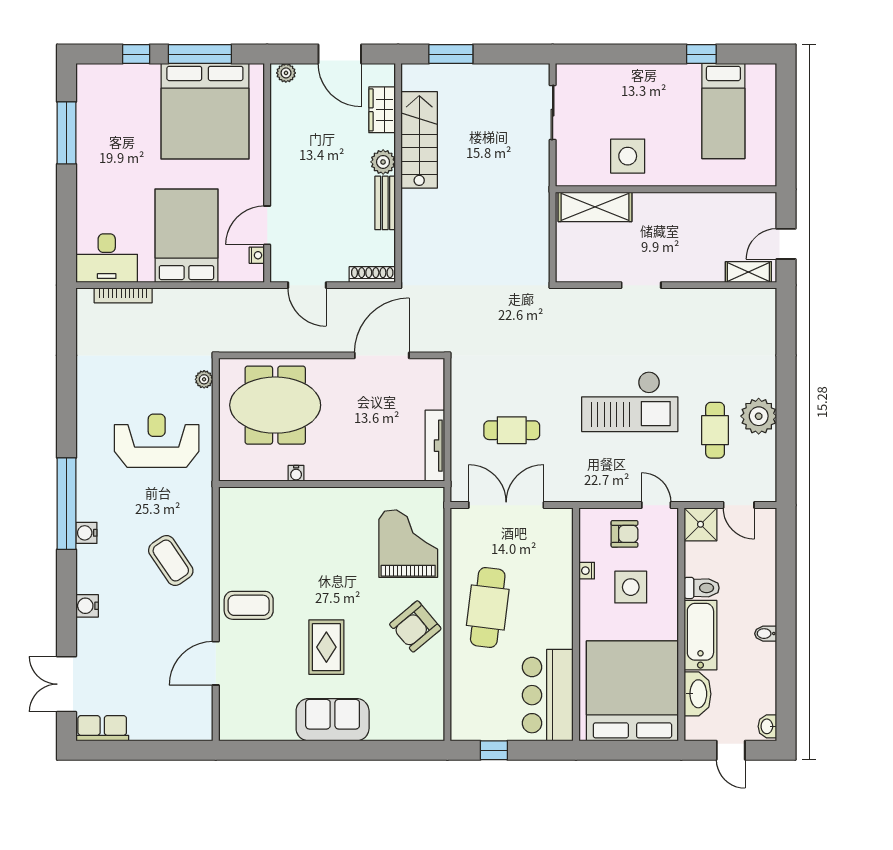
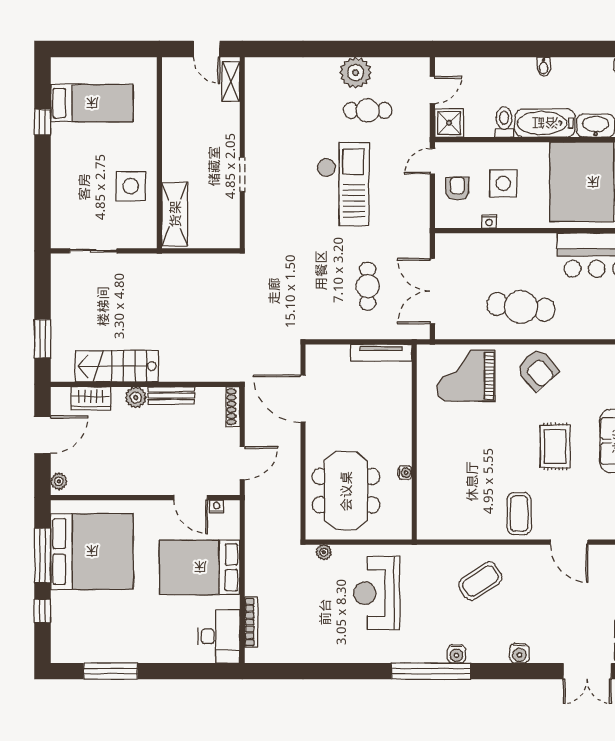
rug: (326, 647) -> (555, 446), turned 90

